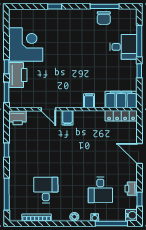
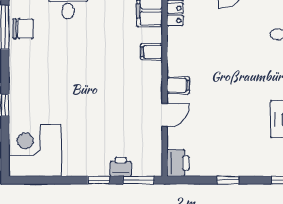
corner desk: (26, 45) -> (35, 150), moved
printer: (18, 75) -> (121, 167), width x0.53, depth x0.68

